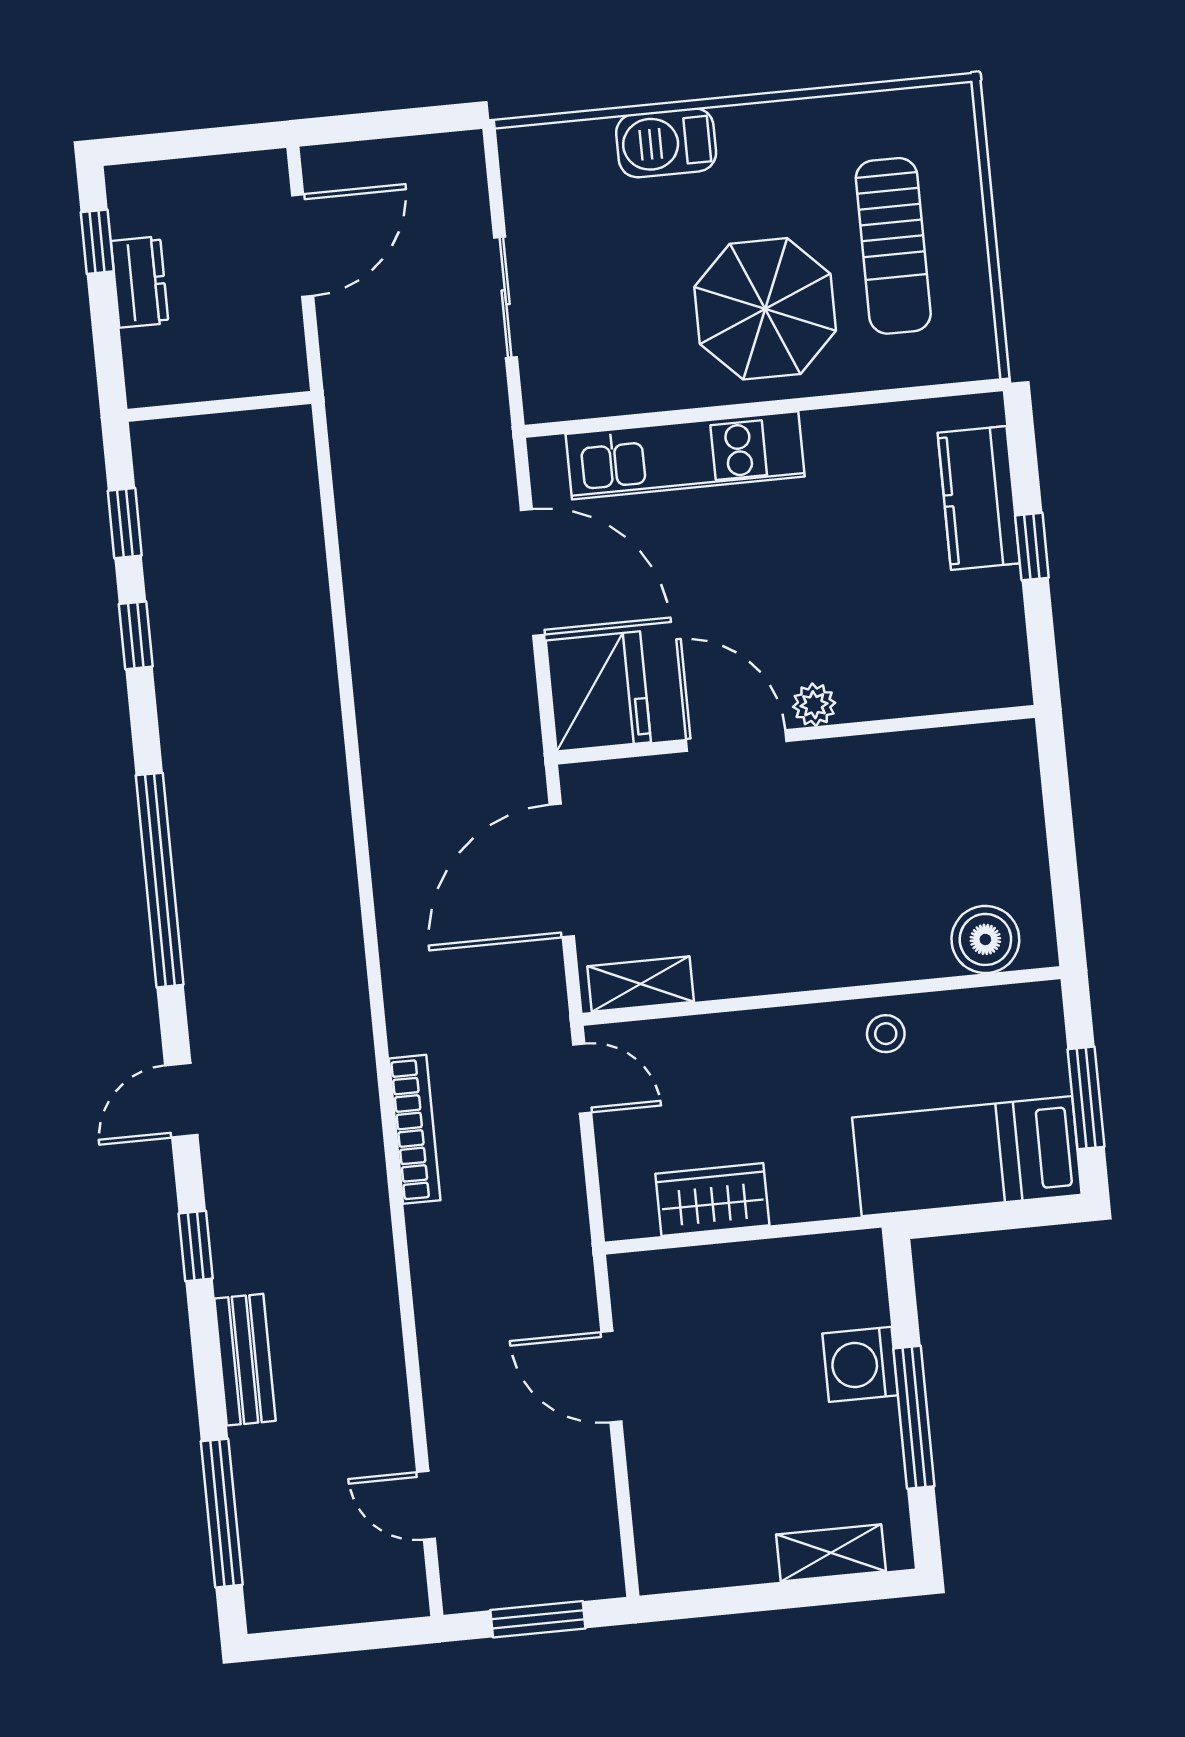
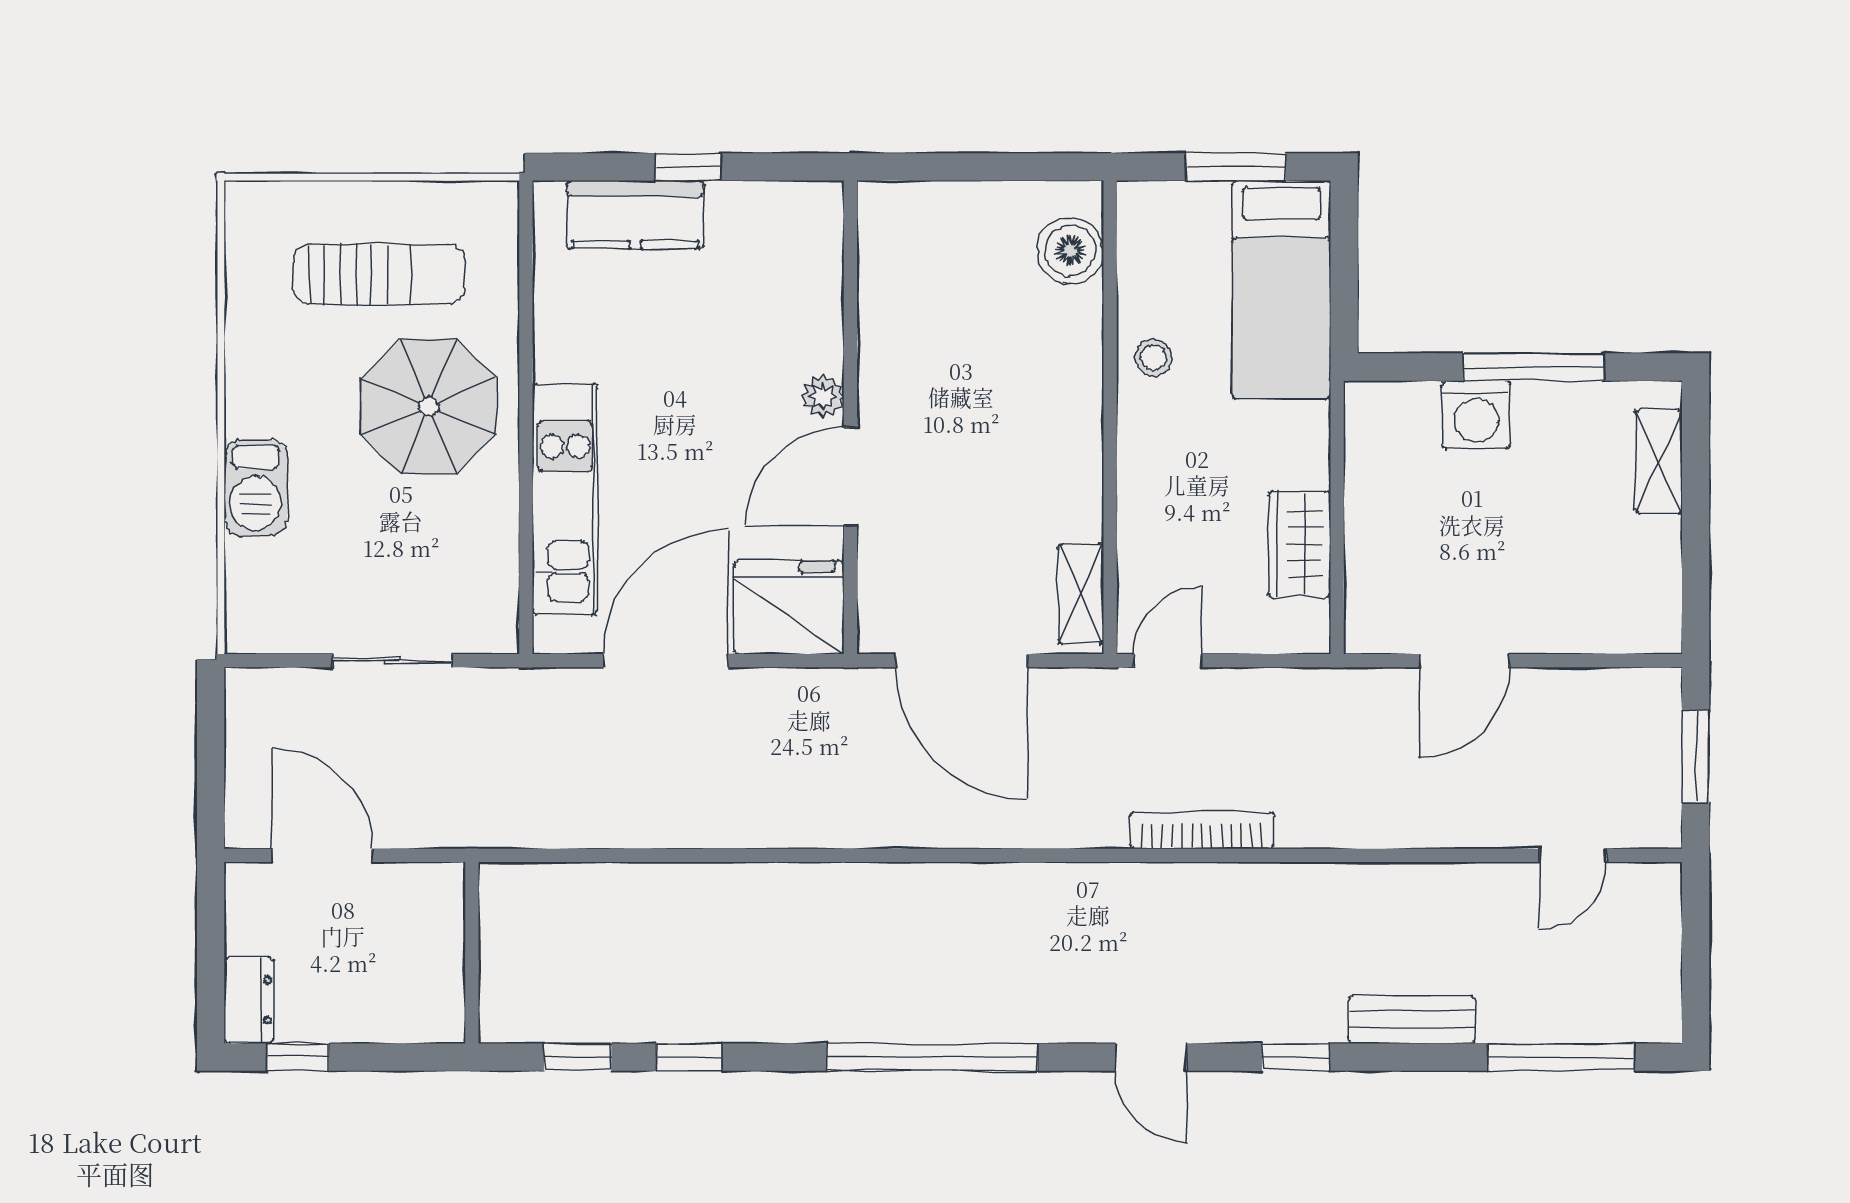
dresser: (140, 282) -> (249, 1000), moved, turned 90

